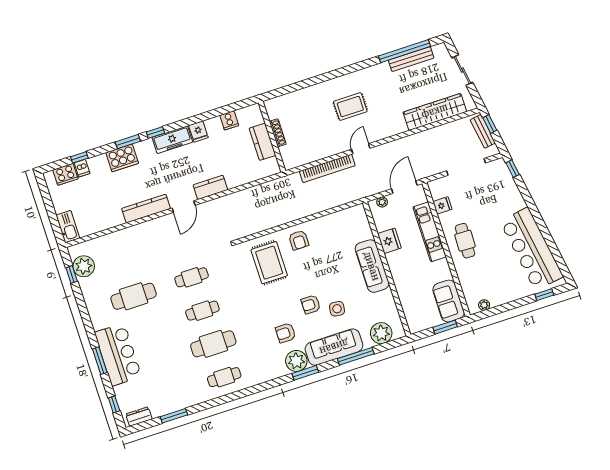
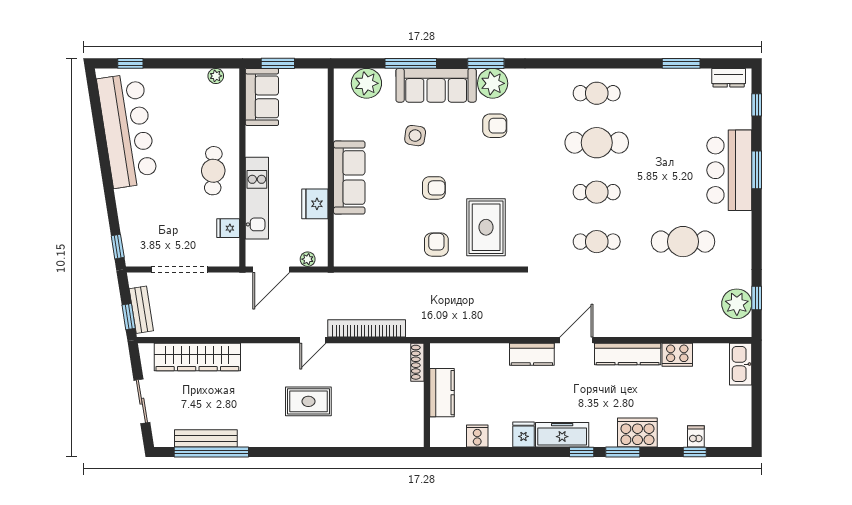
shoe rack: (278, 133) -> (417, 362), moved
cooker: (65, 174) -> (677, 355), moved, turned 180
armchair: (311, 304) -> (434, 188), moved

